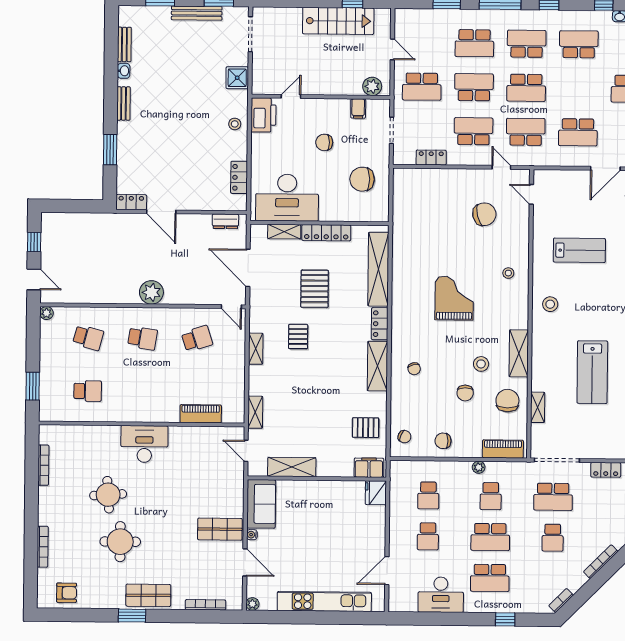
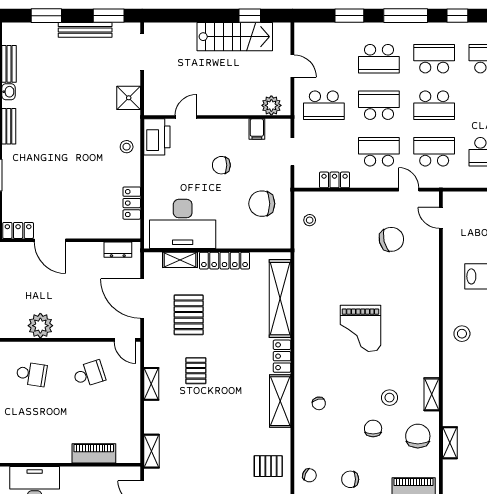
stool: (508, 273) -> (310, 220), moved
pallet: (315, 289) -> (189, 315), moved
grand piano: (454, 298) -> (360, 328), turned 180
shelving: (519, 353) -> (432, 394), width x0.67, depth x0.75
chair: (465, 393) -> (373, 428), turned 180

